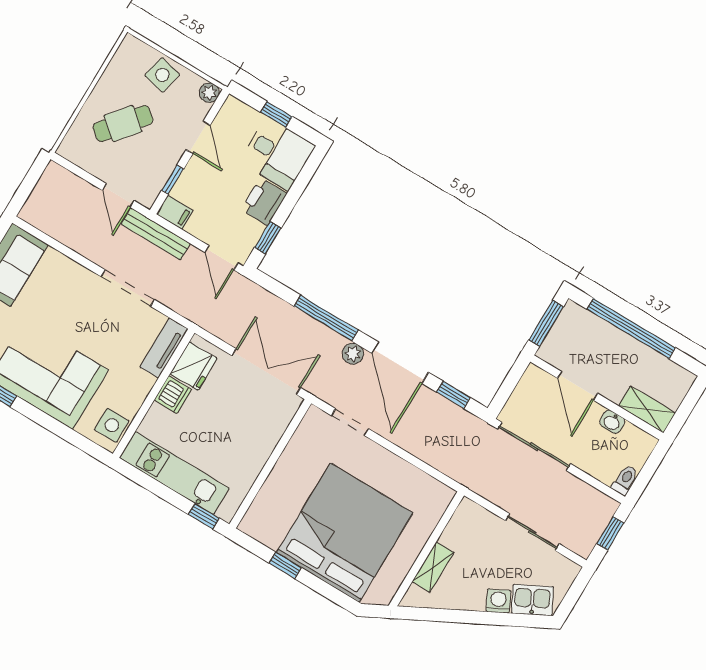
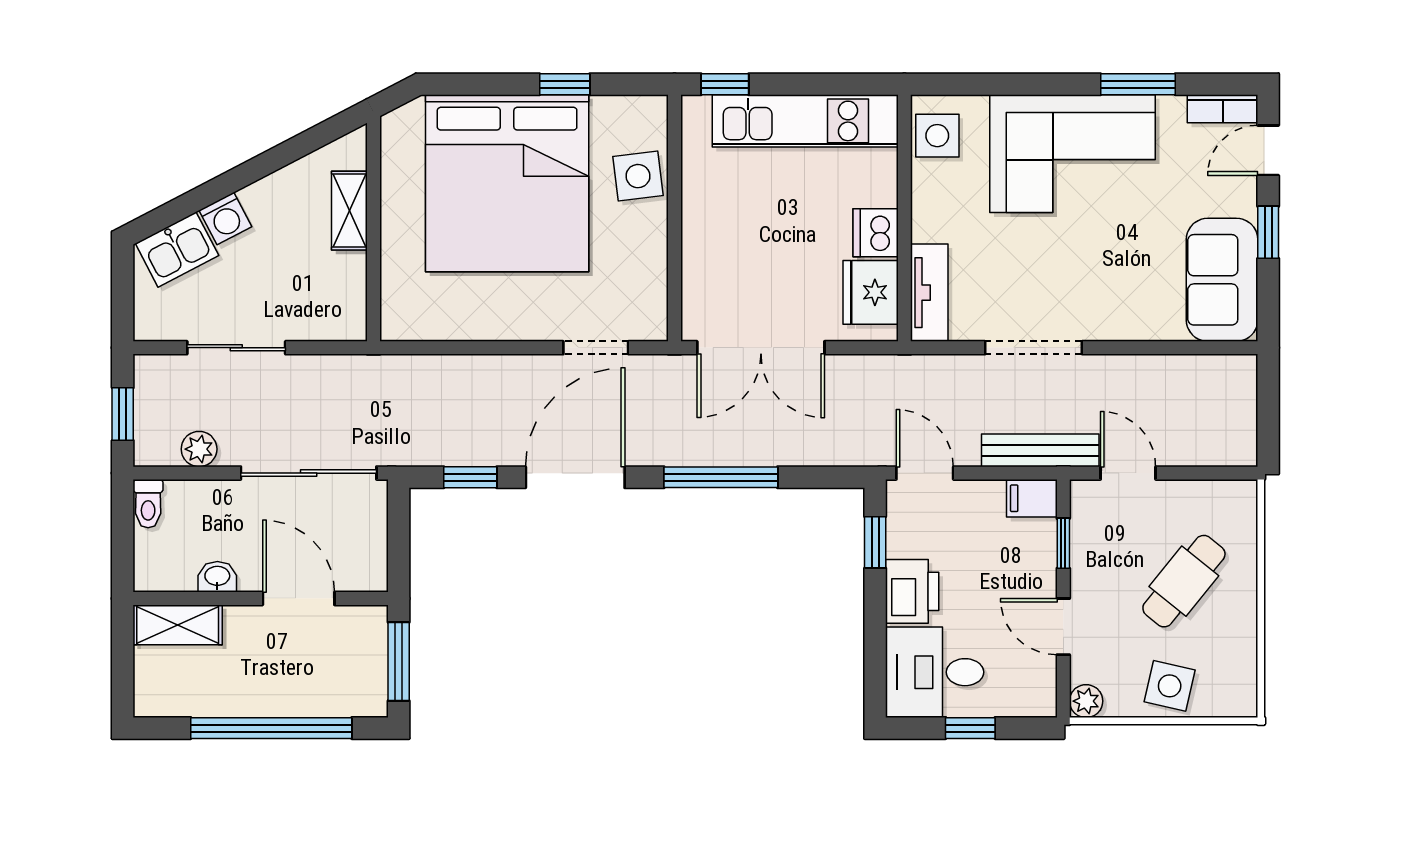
plant: (353, 354) -> (199, 449), moved
door: (400, 363) -> (575, 477), hinge flipped
side table: (276, 496) -> (638, 176), added

